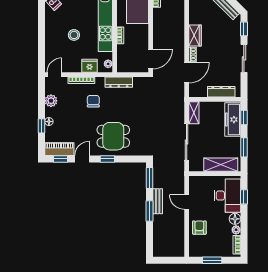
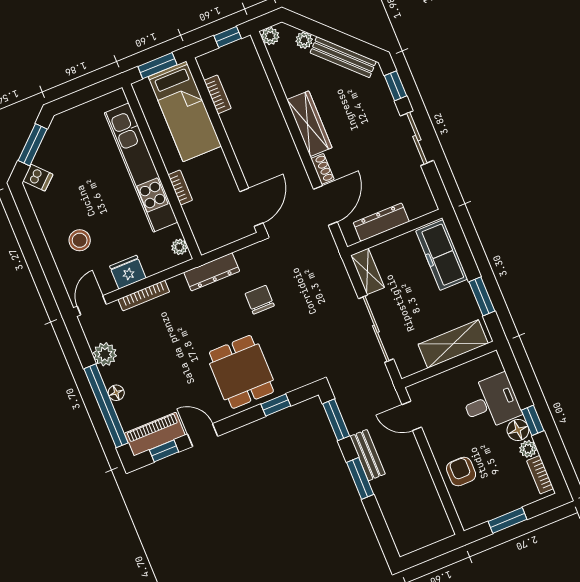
stool: (74, 35) -> (80, 240), moved
wardrobe: (195, 35) -> (309, 124), width x1.50
fridge: (90, 66) -> (128, 272), moved
dresser: (221, 92) -> (381, 222), moved
chair: (93, 101) -> (260, 300), moved
window: (244, 117) -> (460, 243), removed
window: (41, 126) -> (106, 406), width x3.17
dining table: (113, 136) -> (241, 372), turned 90
door: (82, 159) -> (203, 435), hinge flipped
window: (107, 159) -> (276, 405), moved
desk: (227, 196) -> (491, 402), width x0.73
window: (244, 197) -> (533, 420), moved
door: (187, 202) -> (412, 416), moved

